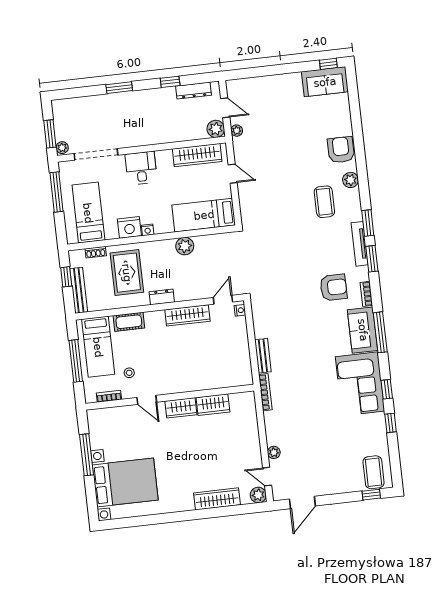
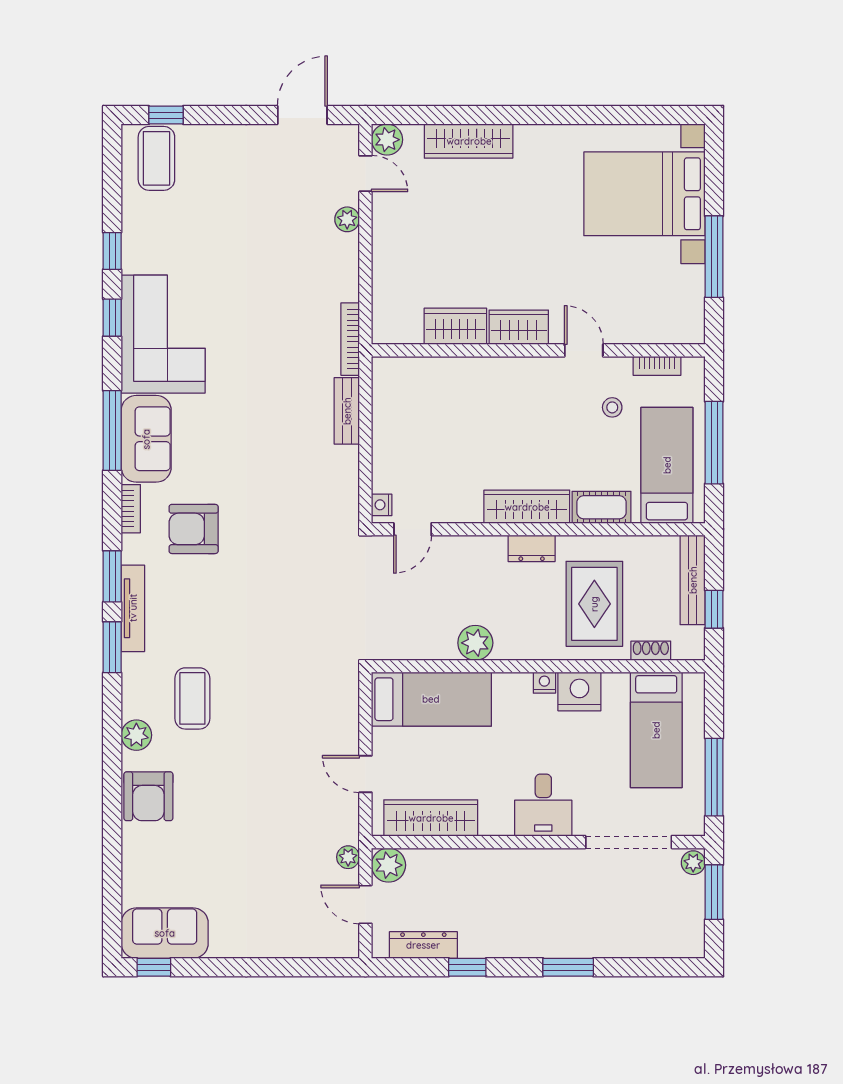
wardrobe: (187, 315) -> (527, 507), moved

